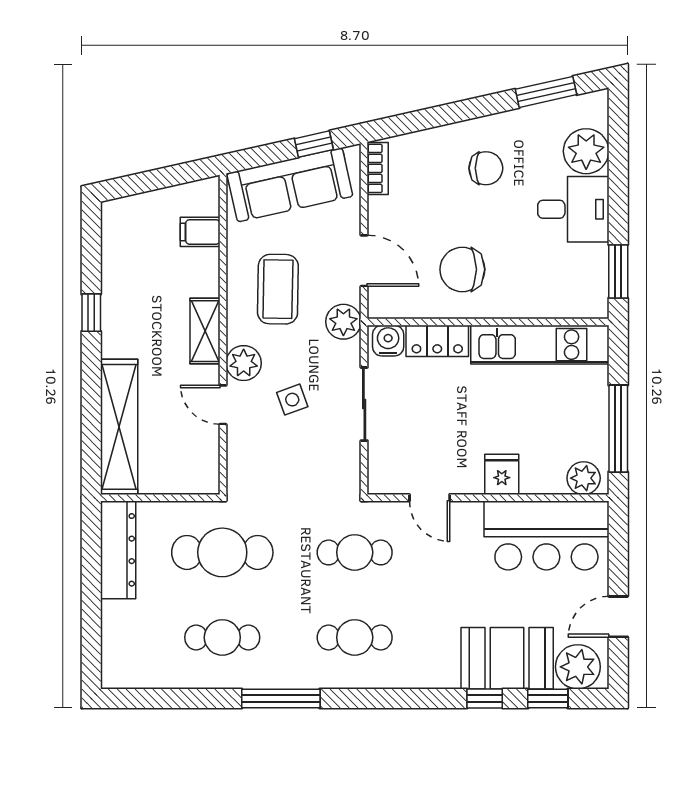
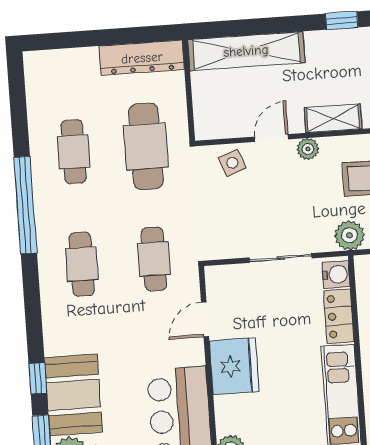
plant: (244, 363) -> (308, 149), width x0.73, depth x0.73
side table: (292, 400) -> (232, 163), moved
fridge: (502, 474) -> (234, 366), width x1.88, depth x1.34
window: (281, 698) -> (25, 205), width x1.46

